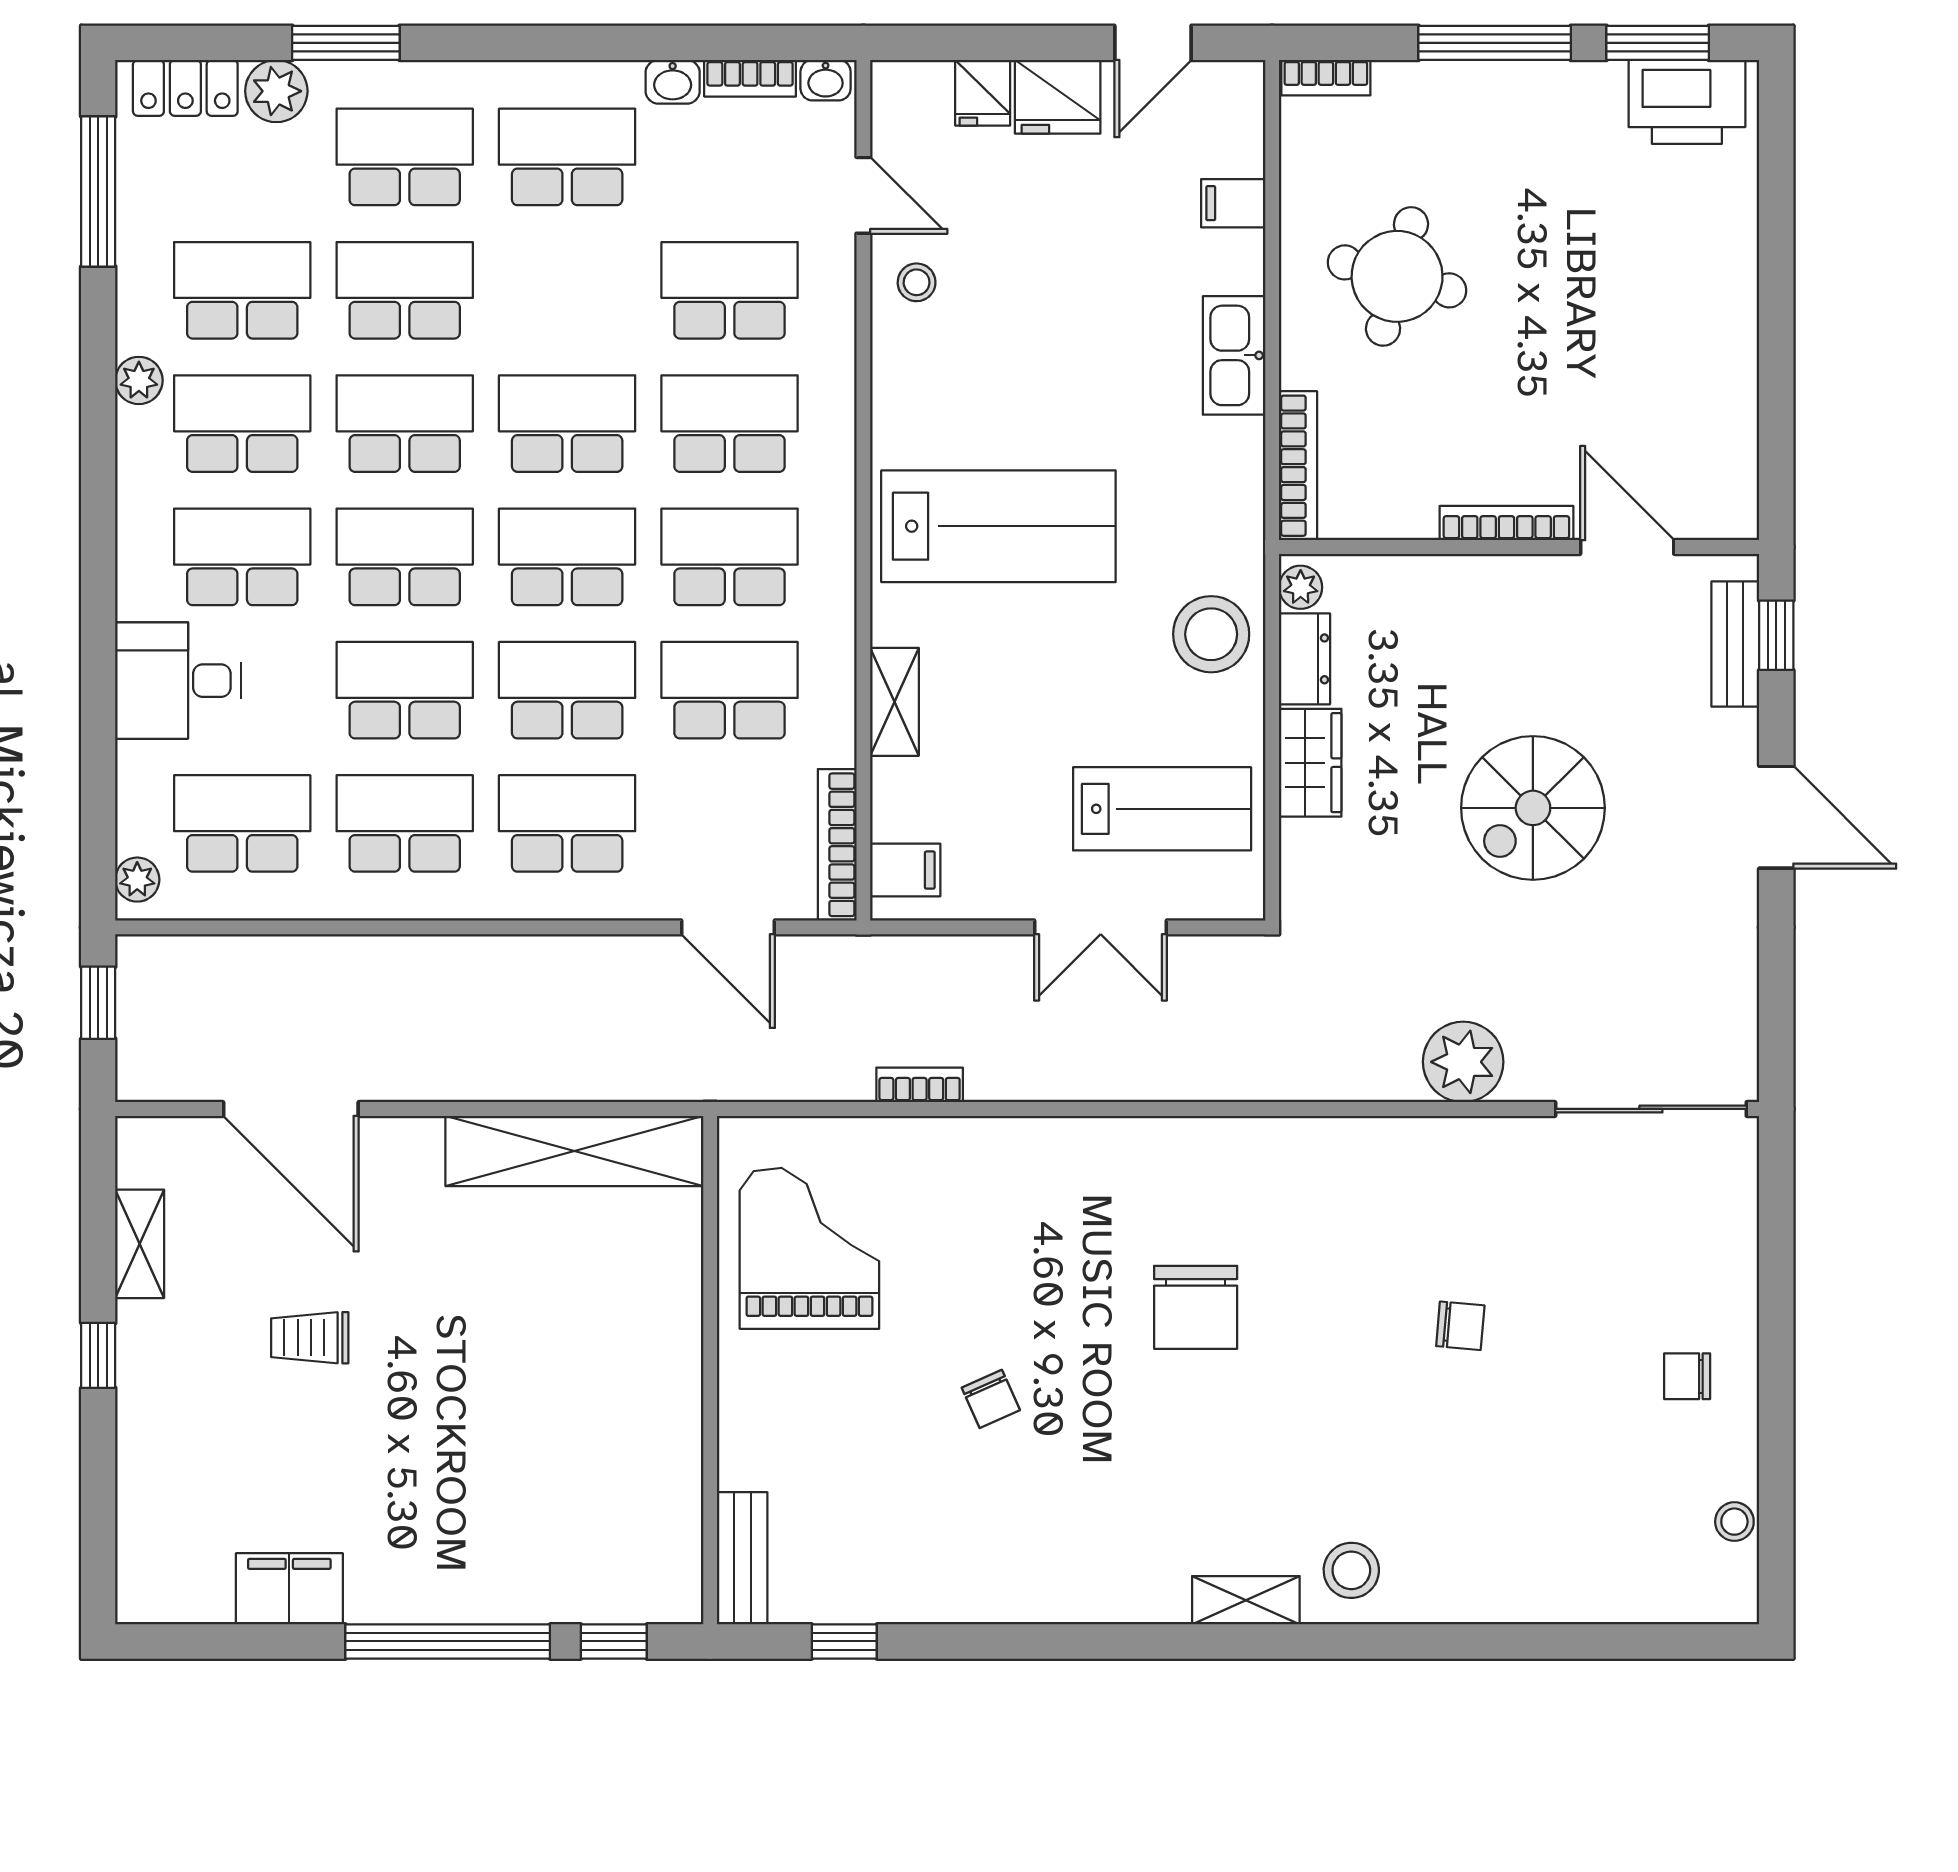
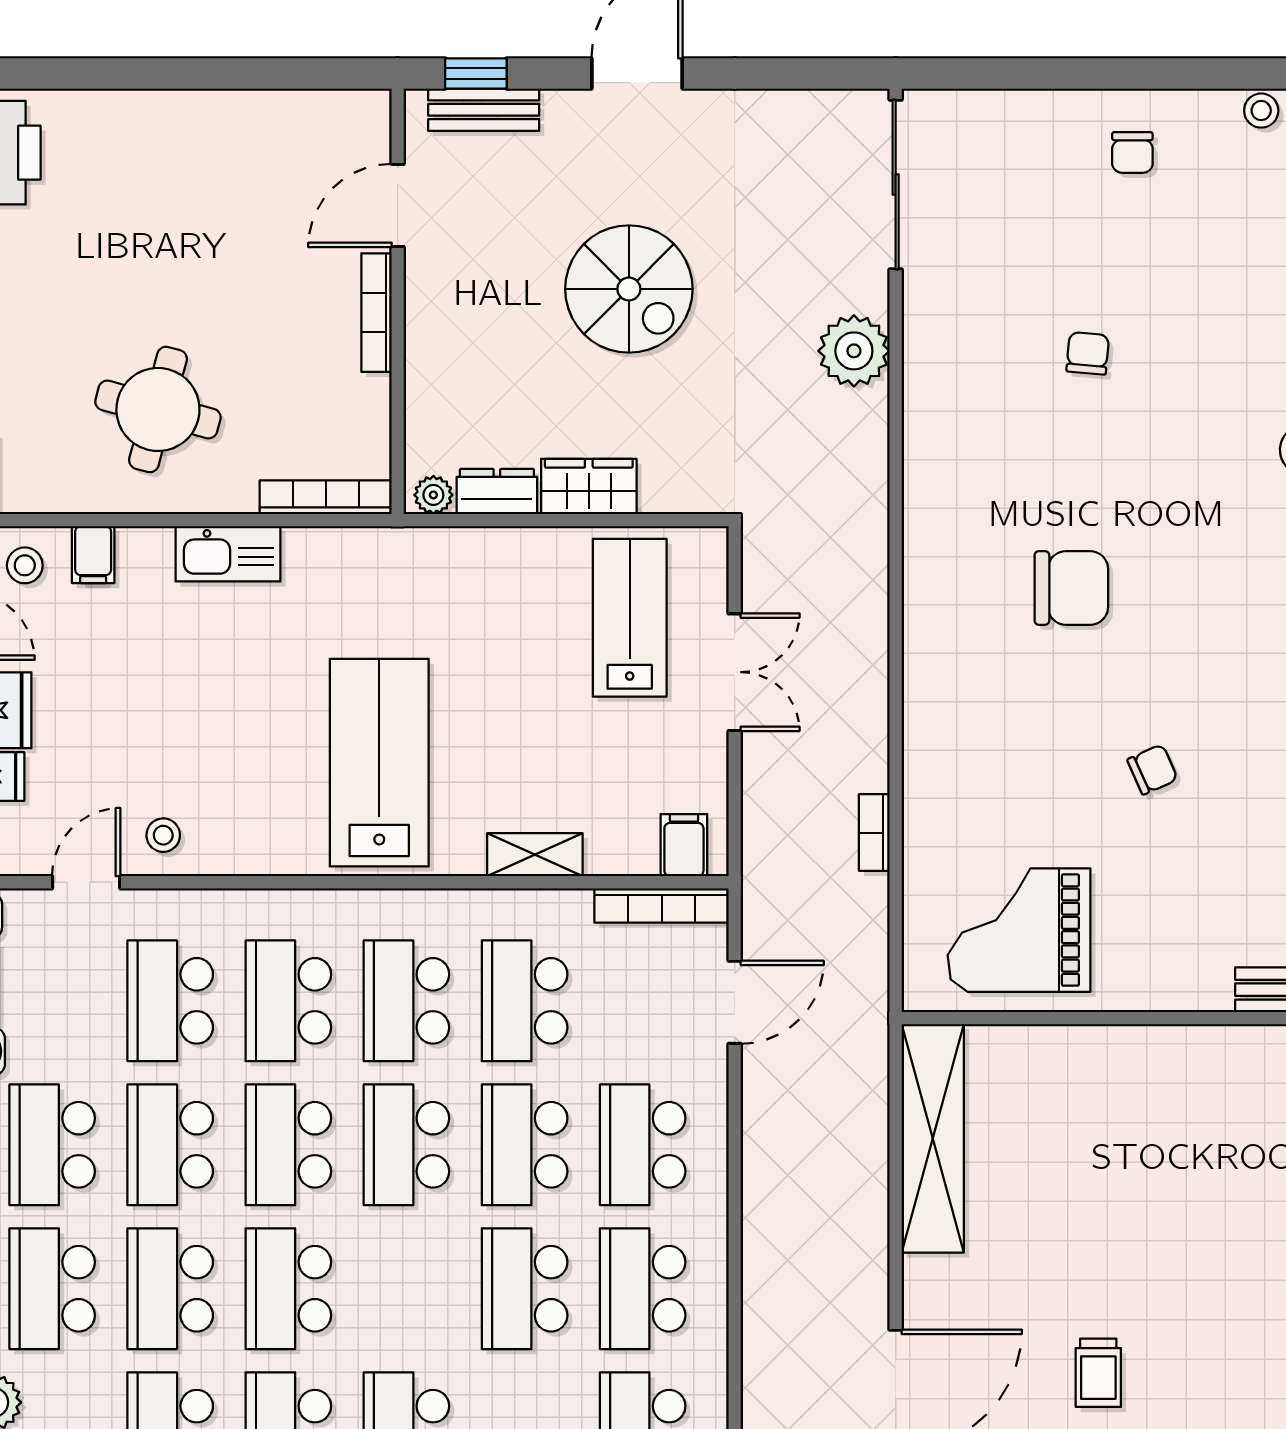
school desk: (405, 557) -> (170, 1145), moved
stool: (1211, 634) -> (25, 565), moved, width x0.53, depth x0.53

